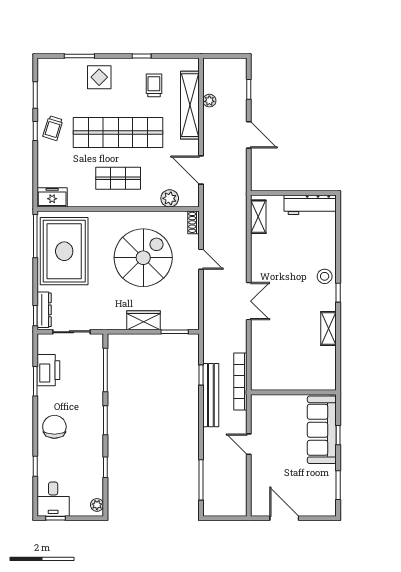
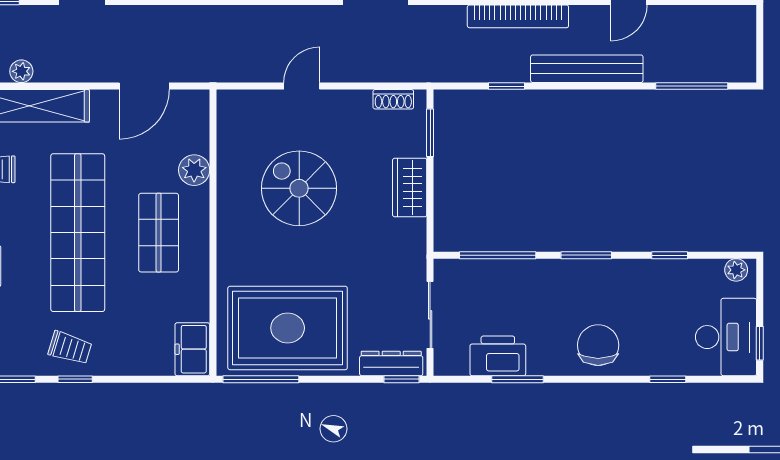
plant: (170, 198) -> (194, 170), moved
shoe rack: (194, 222) -> (393, 99), moved
spiral stairs: (143, 258) -> (299, 188), width x0.73, depth x0.73
bench: (211, 395) -> (587, 69), moved
chair: (54, 427) -> (598, 345), turned 90
desk: (53, 499) -> (726, 337), width x1.37

